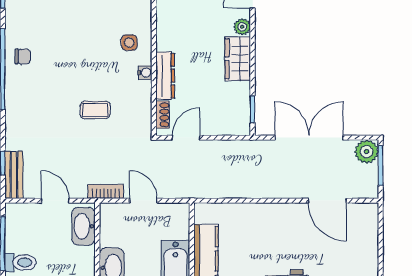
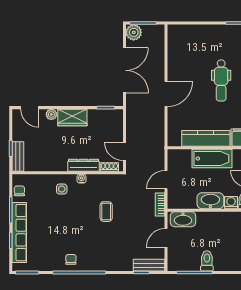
double door: (309, 138) -> (124, 70), swing flipped
door: (327, 201) -> (166, 94), moved

